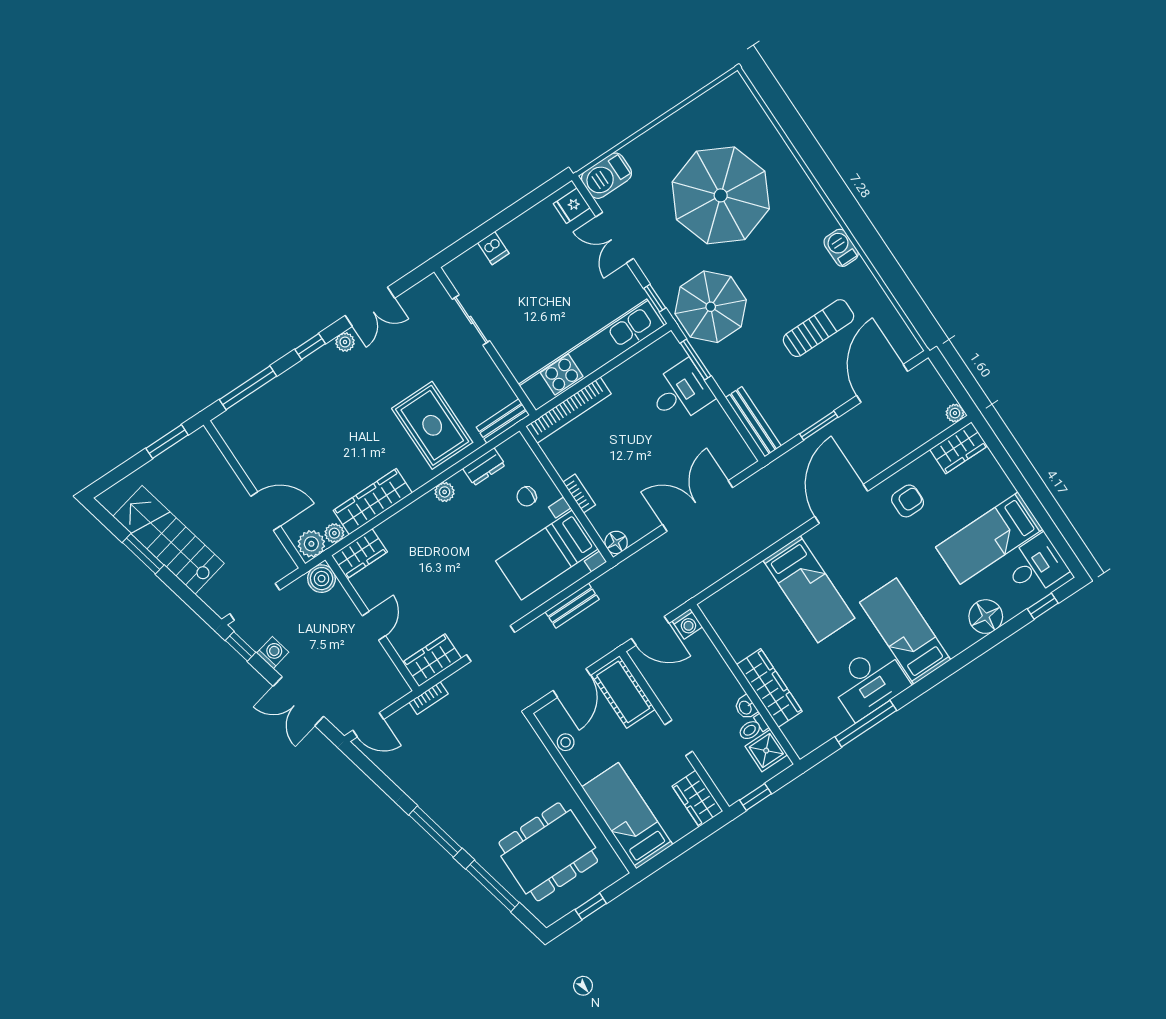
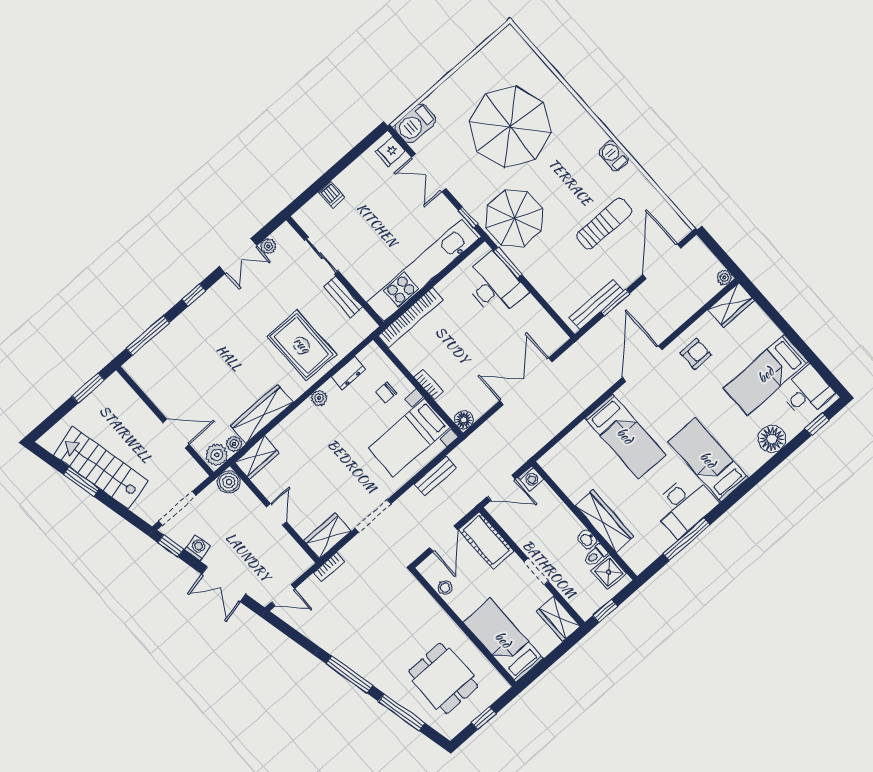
plant: (345, 342) -> (268, 246), moved
desk: (681, 392) -> (494, 285), width x1.37
bench: (503, 421) -> (343, 297), moved, turned 90
bench: (753, 422) -> (597, 304), moved, turned 90
dining table: (548, 852) -> (443, 678), width x0.73

